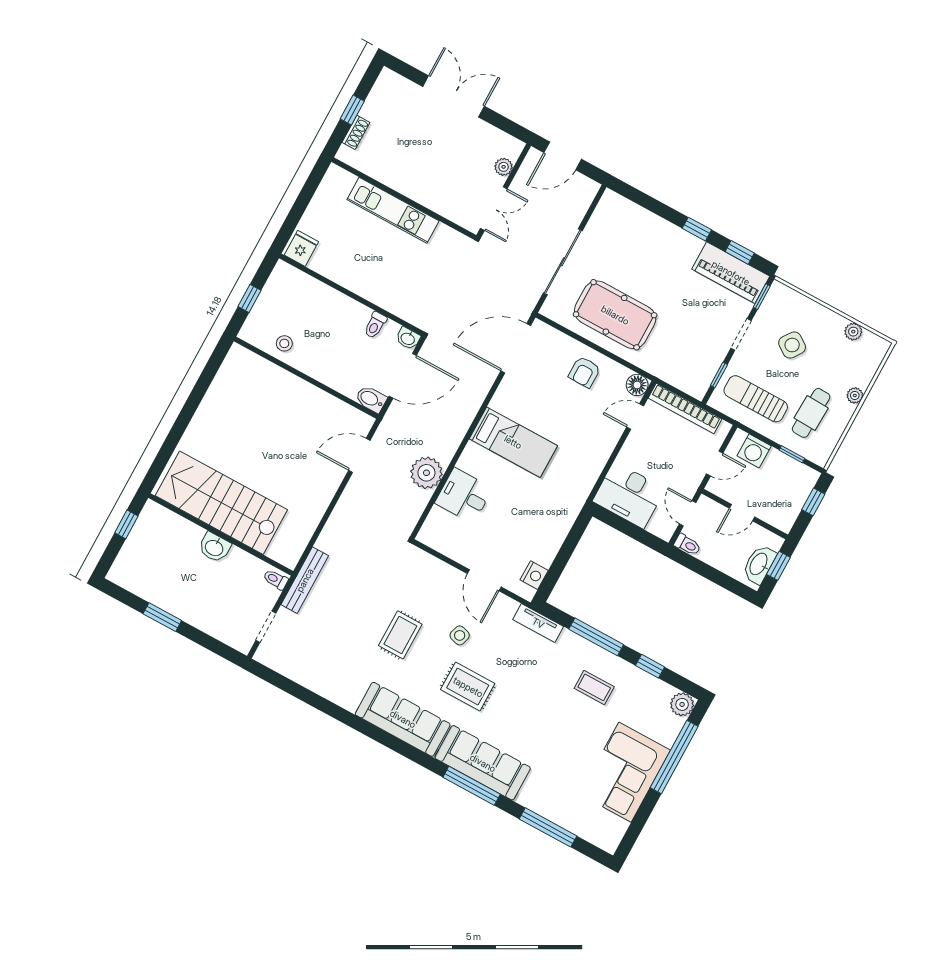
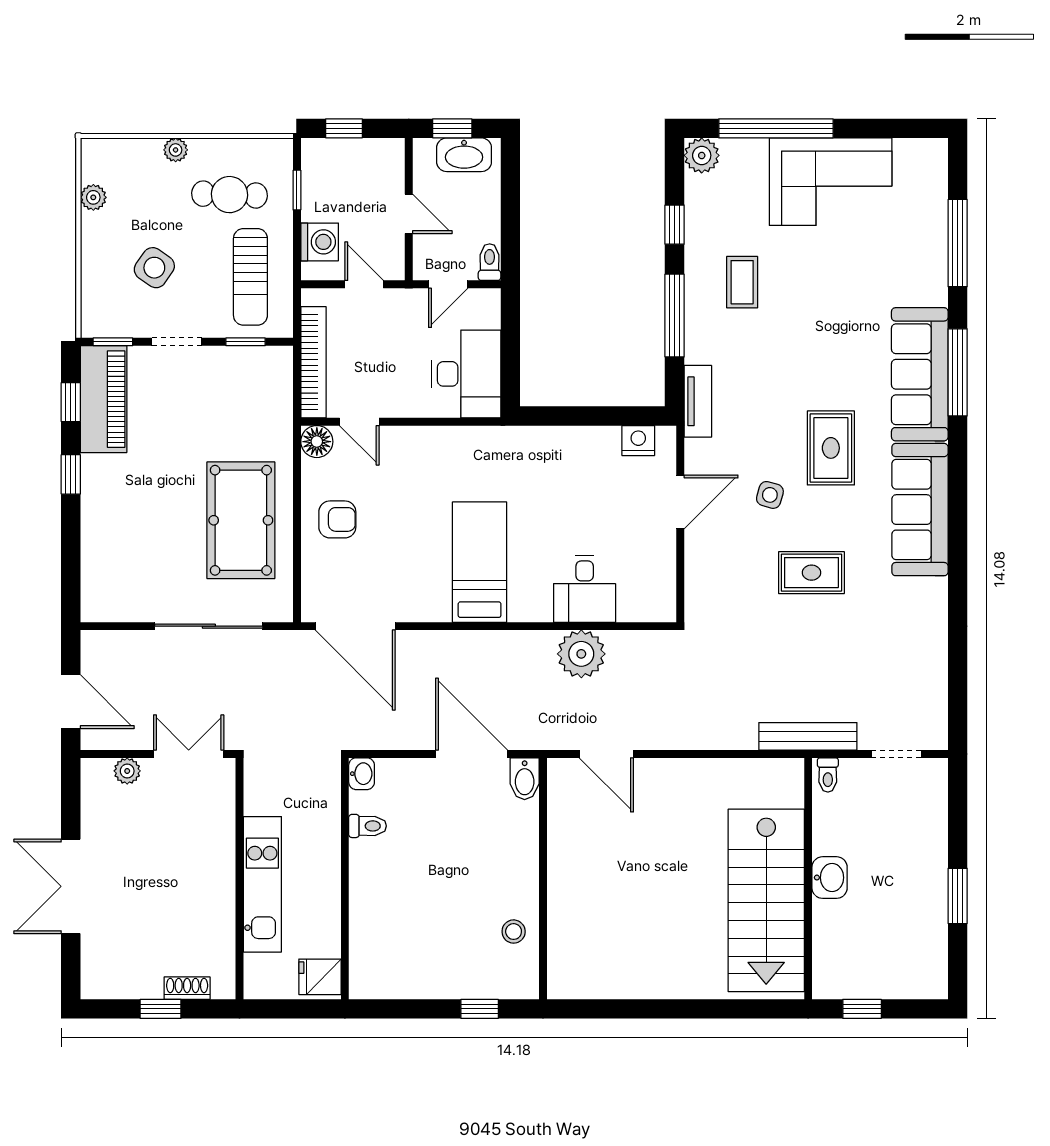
fridge: (301, 248) -> (320, 977), moved
wall: (351, 295) -> (345, 879), moved
toilet: (375, 325) -> (367, 826), moved
washbasin: (408, 338) -> (362, 774), moved

